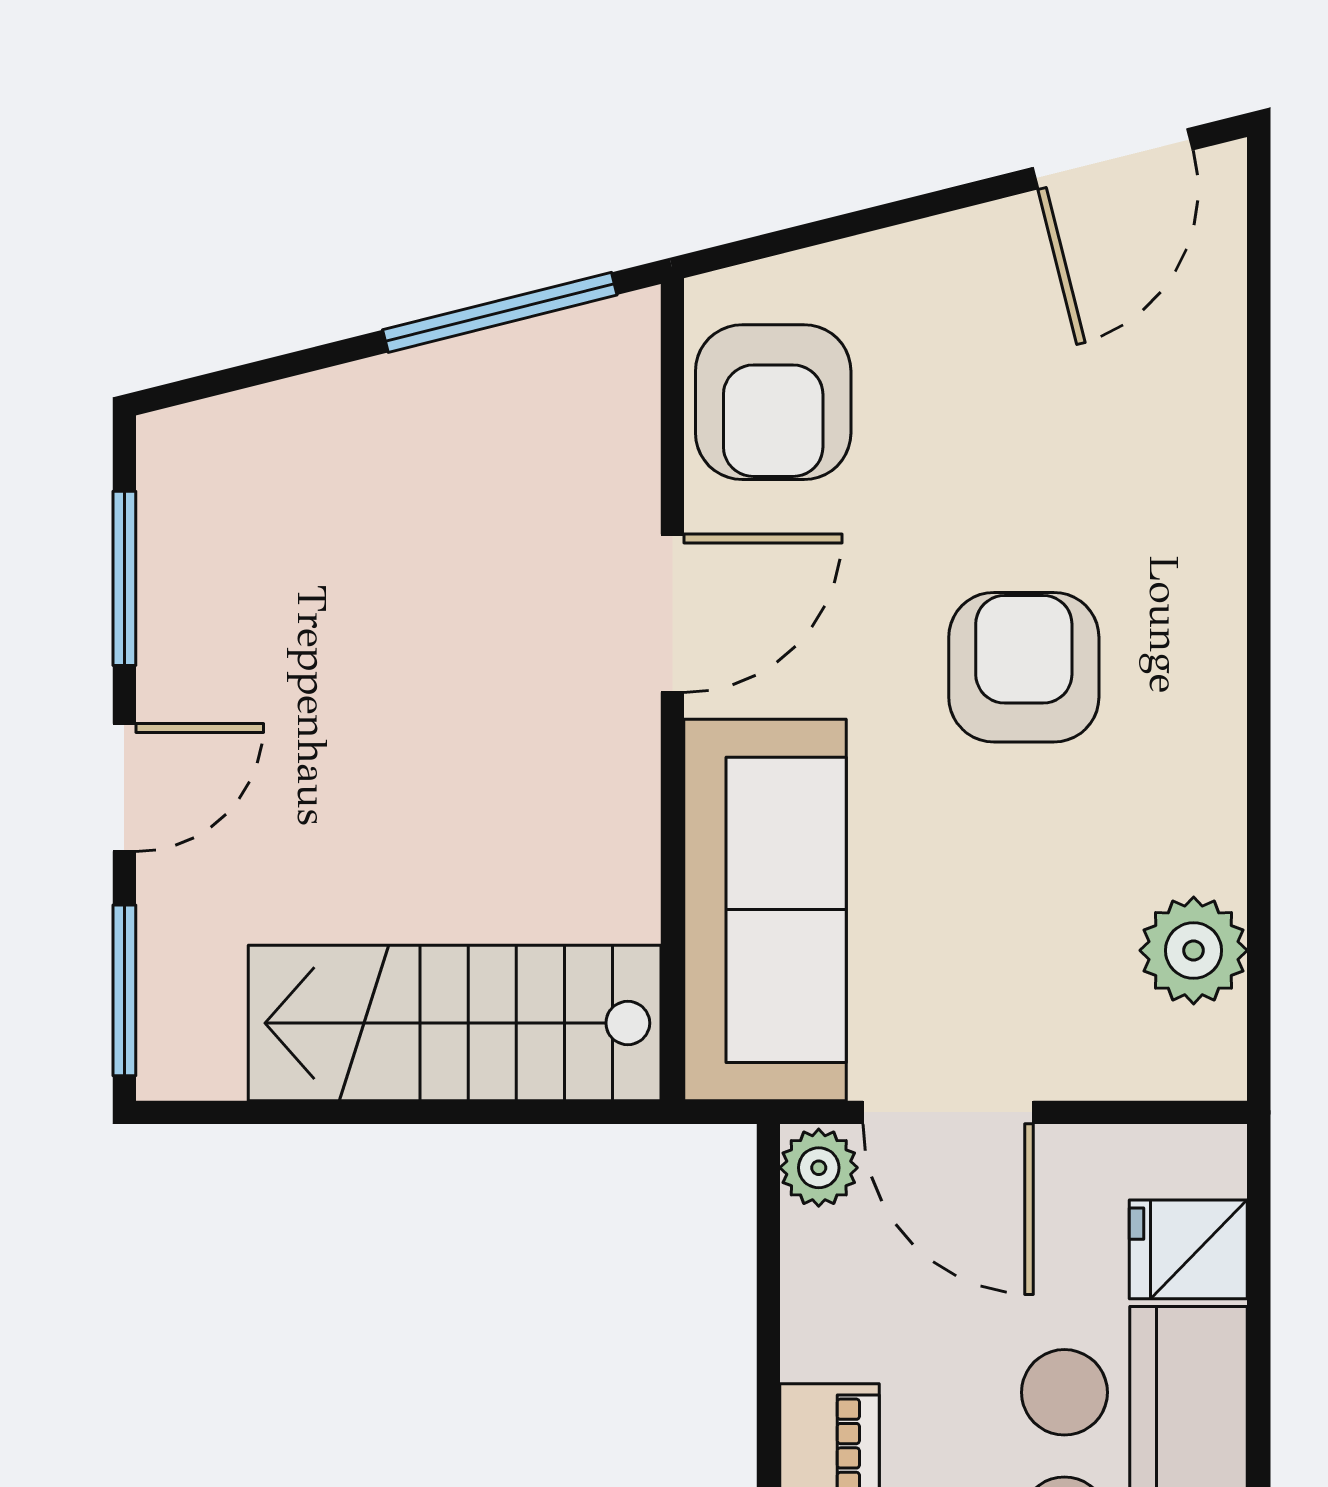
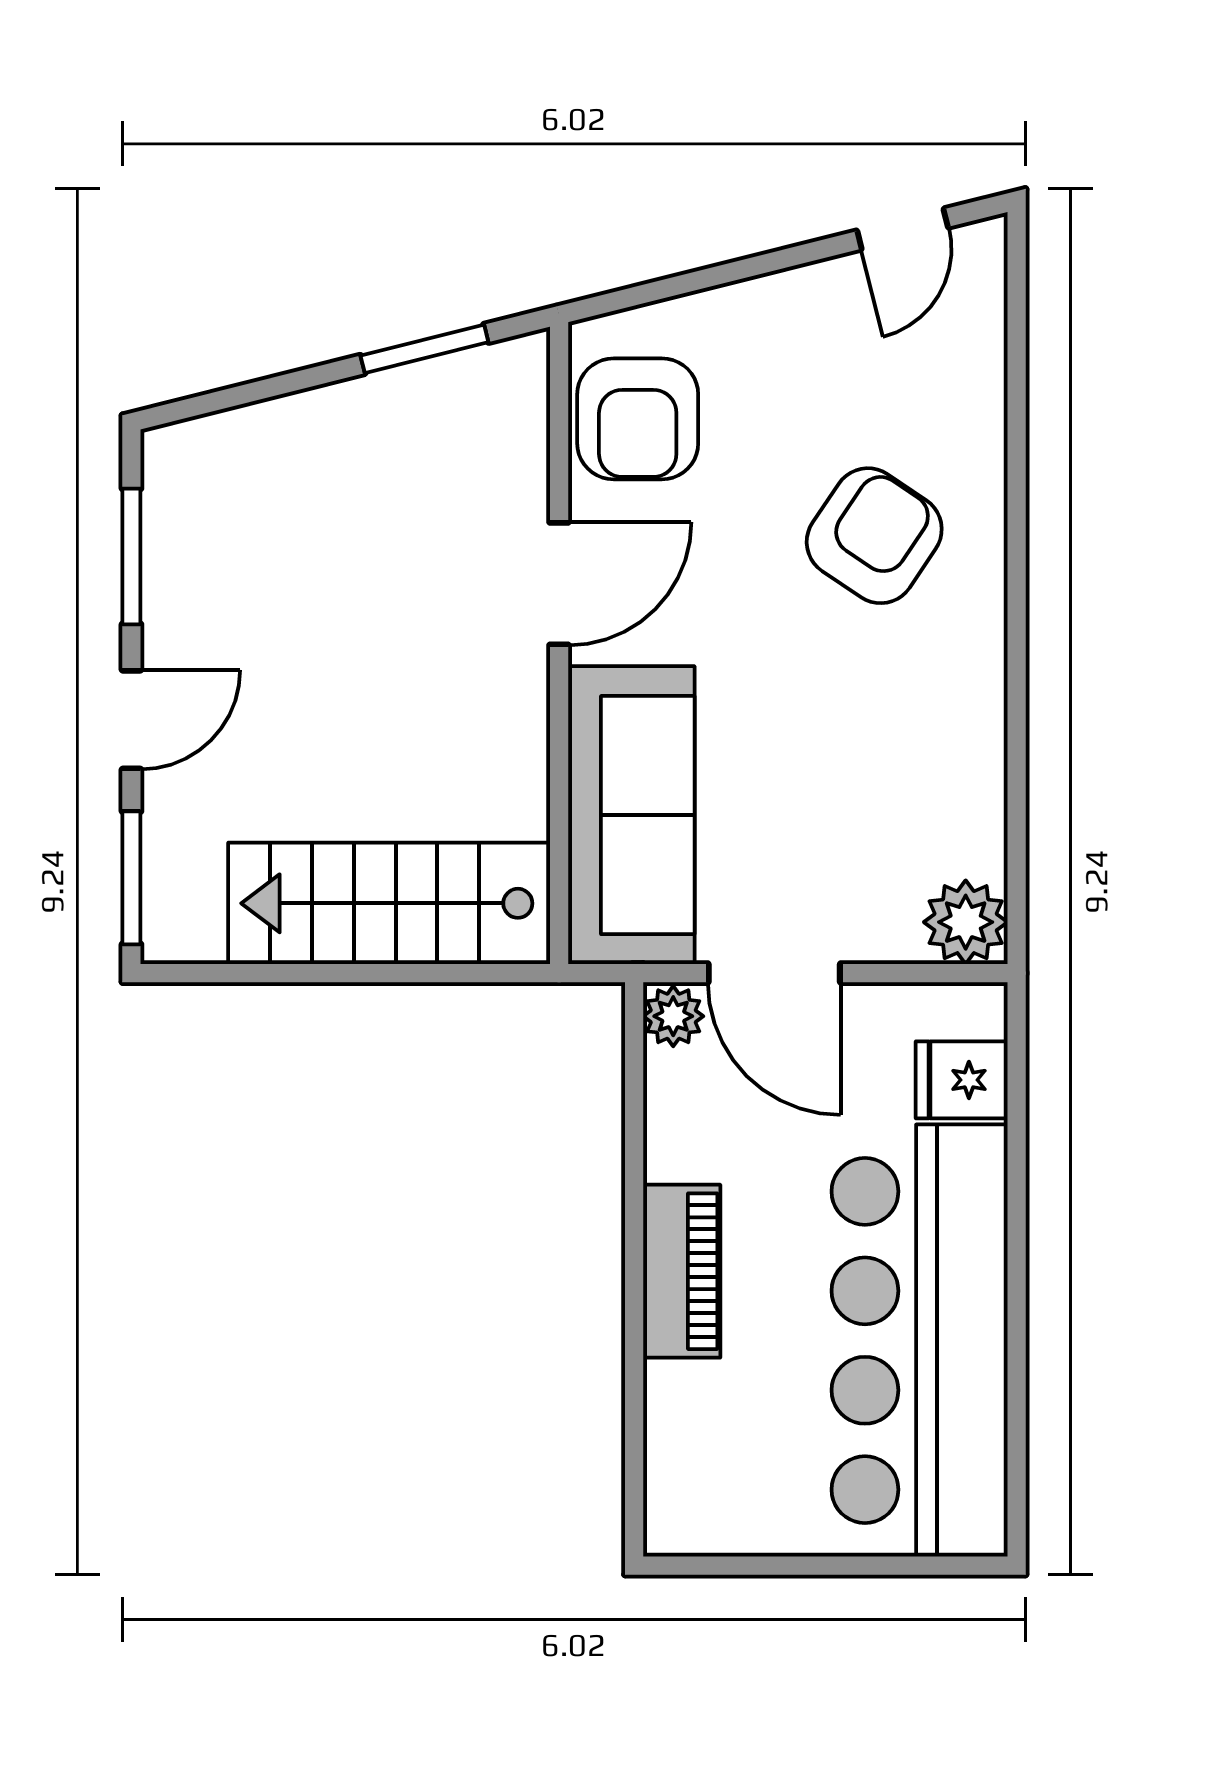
door: (1113, 159) -> (903, 229), width x0.73
window: (500, 312) -> (424, 349), width x0.69
armchair: (1024, 667) -> (874, 536), moved, turned 34
plant: (1194, 950) -> (966, 922), moved

